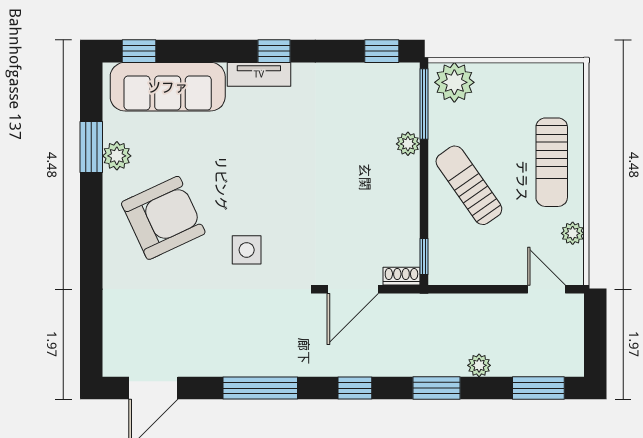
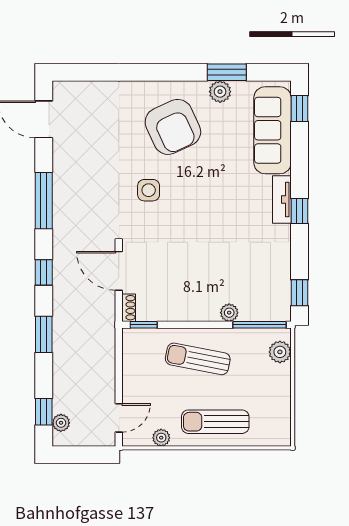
plant: (454, 82) -> (280, 352), width x0.73, depth x0.73
sun lounger: (469, 185) -> (198, 359), turned -134
plant: (479, 365) -> (61, 423), moved
window: (538, 388) -> (44, 412), width x0.67

